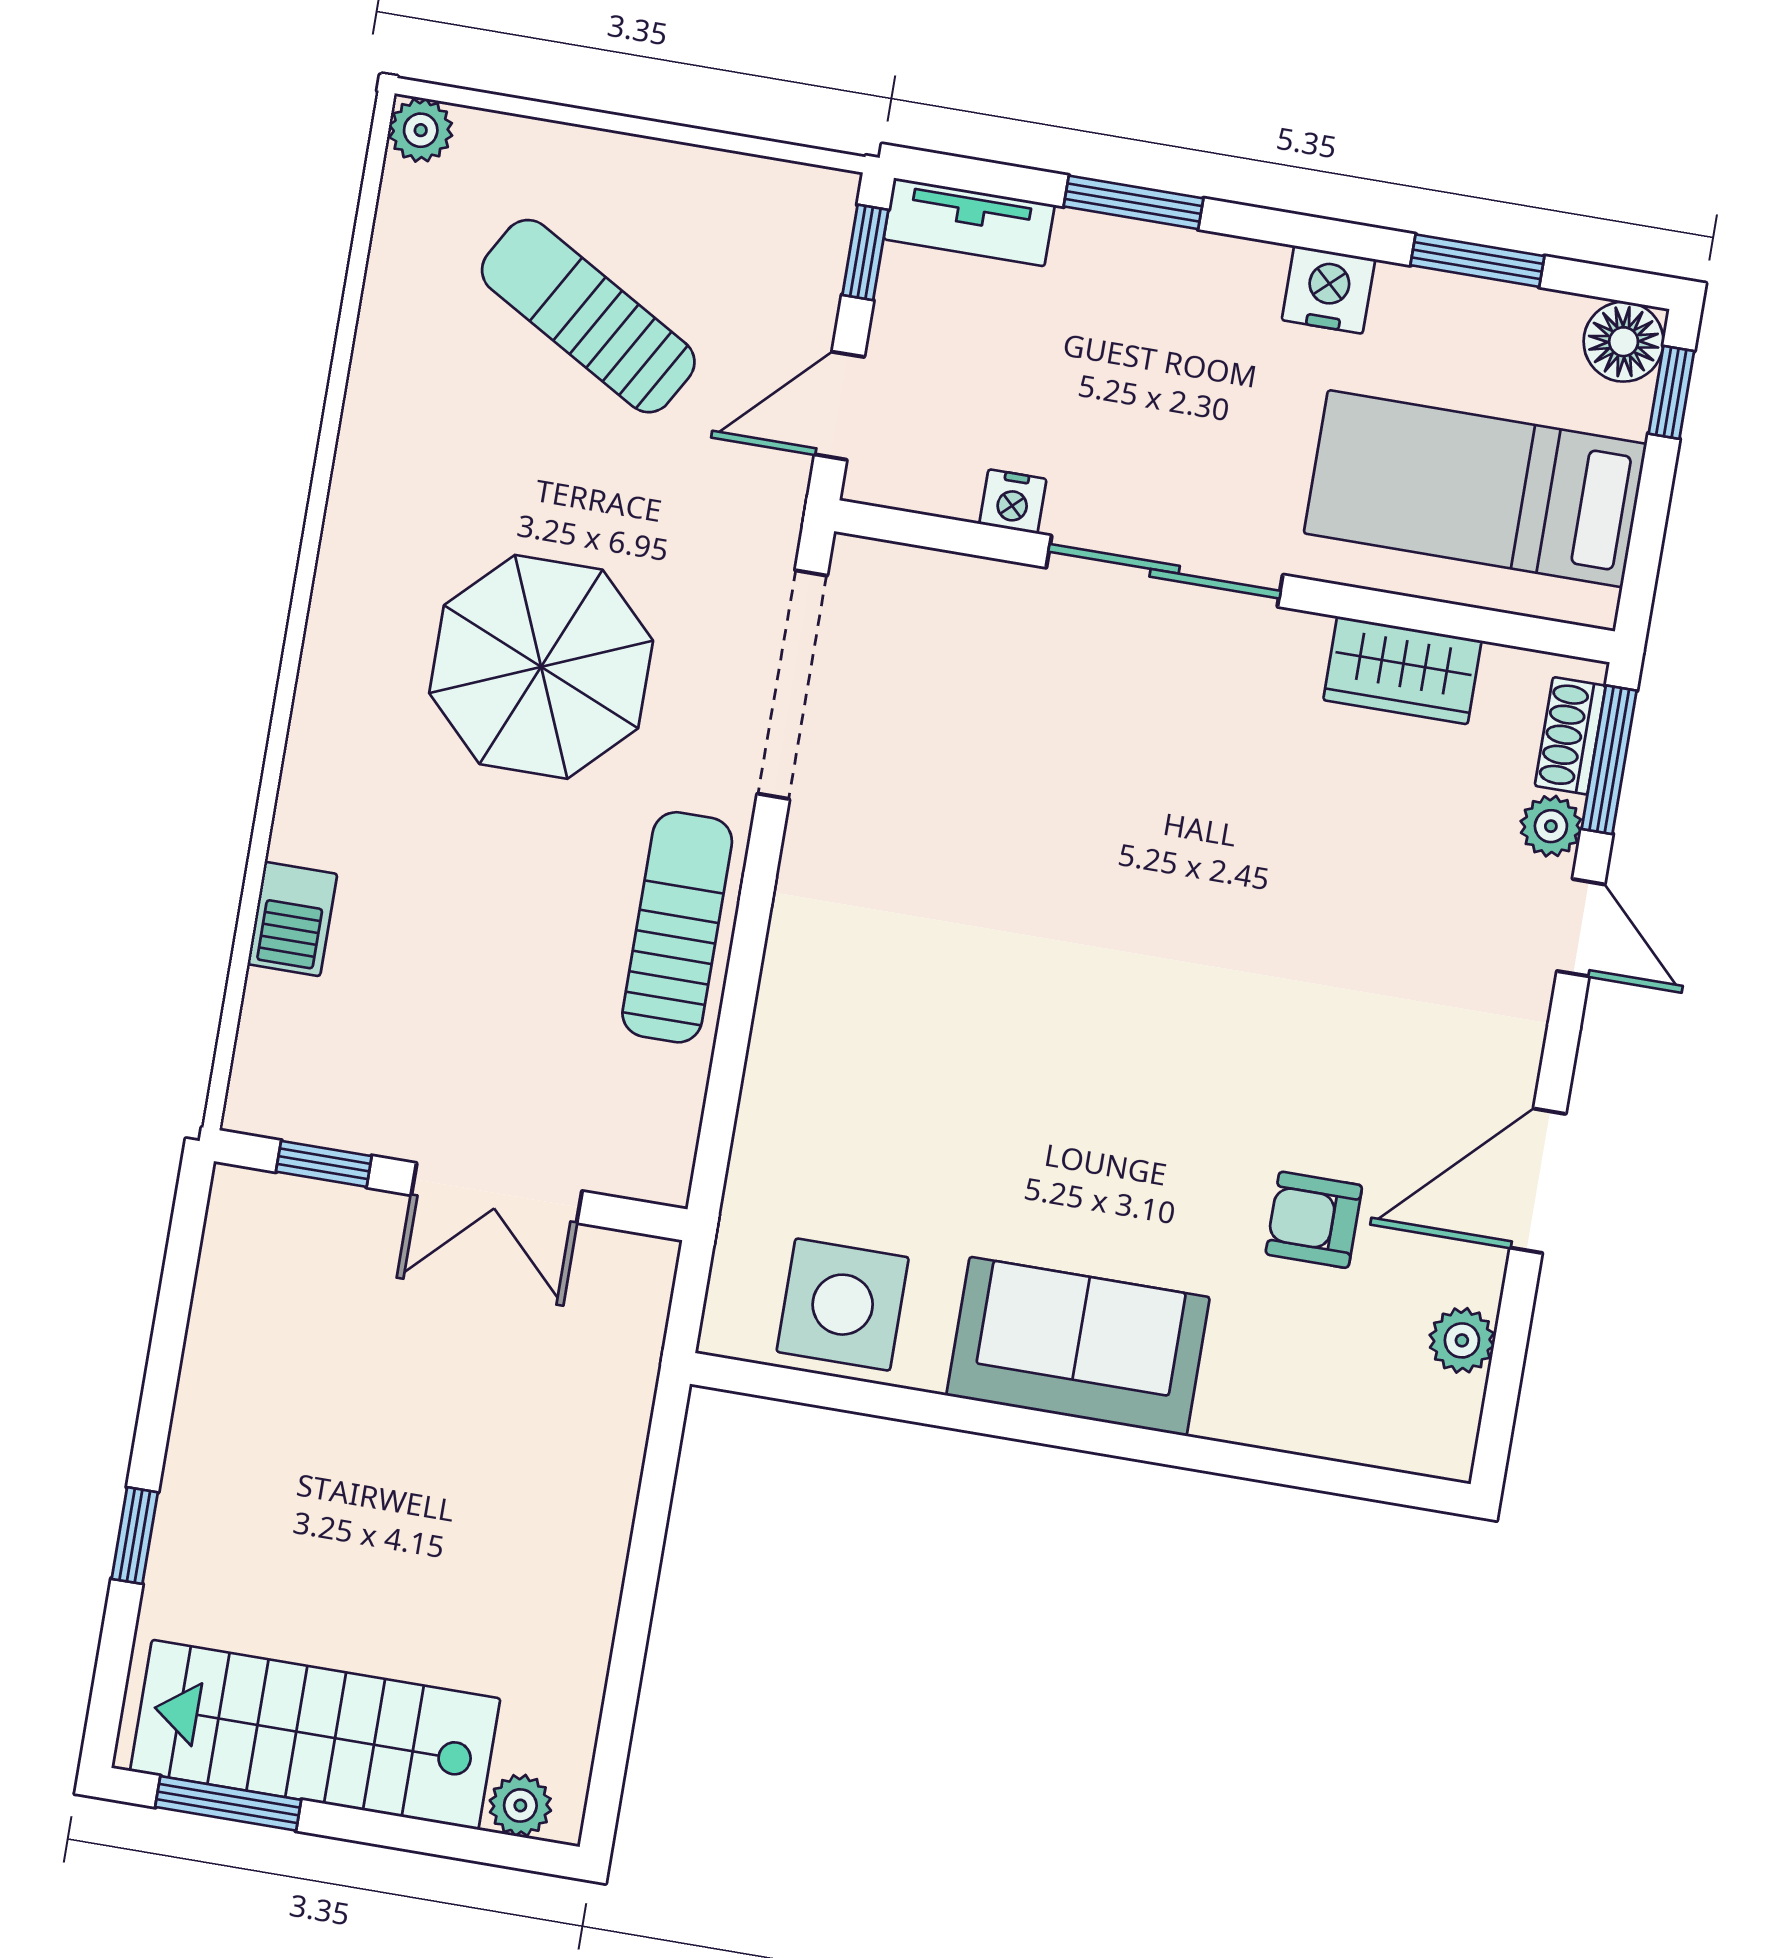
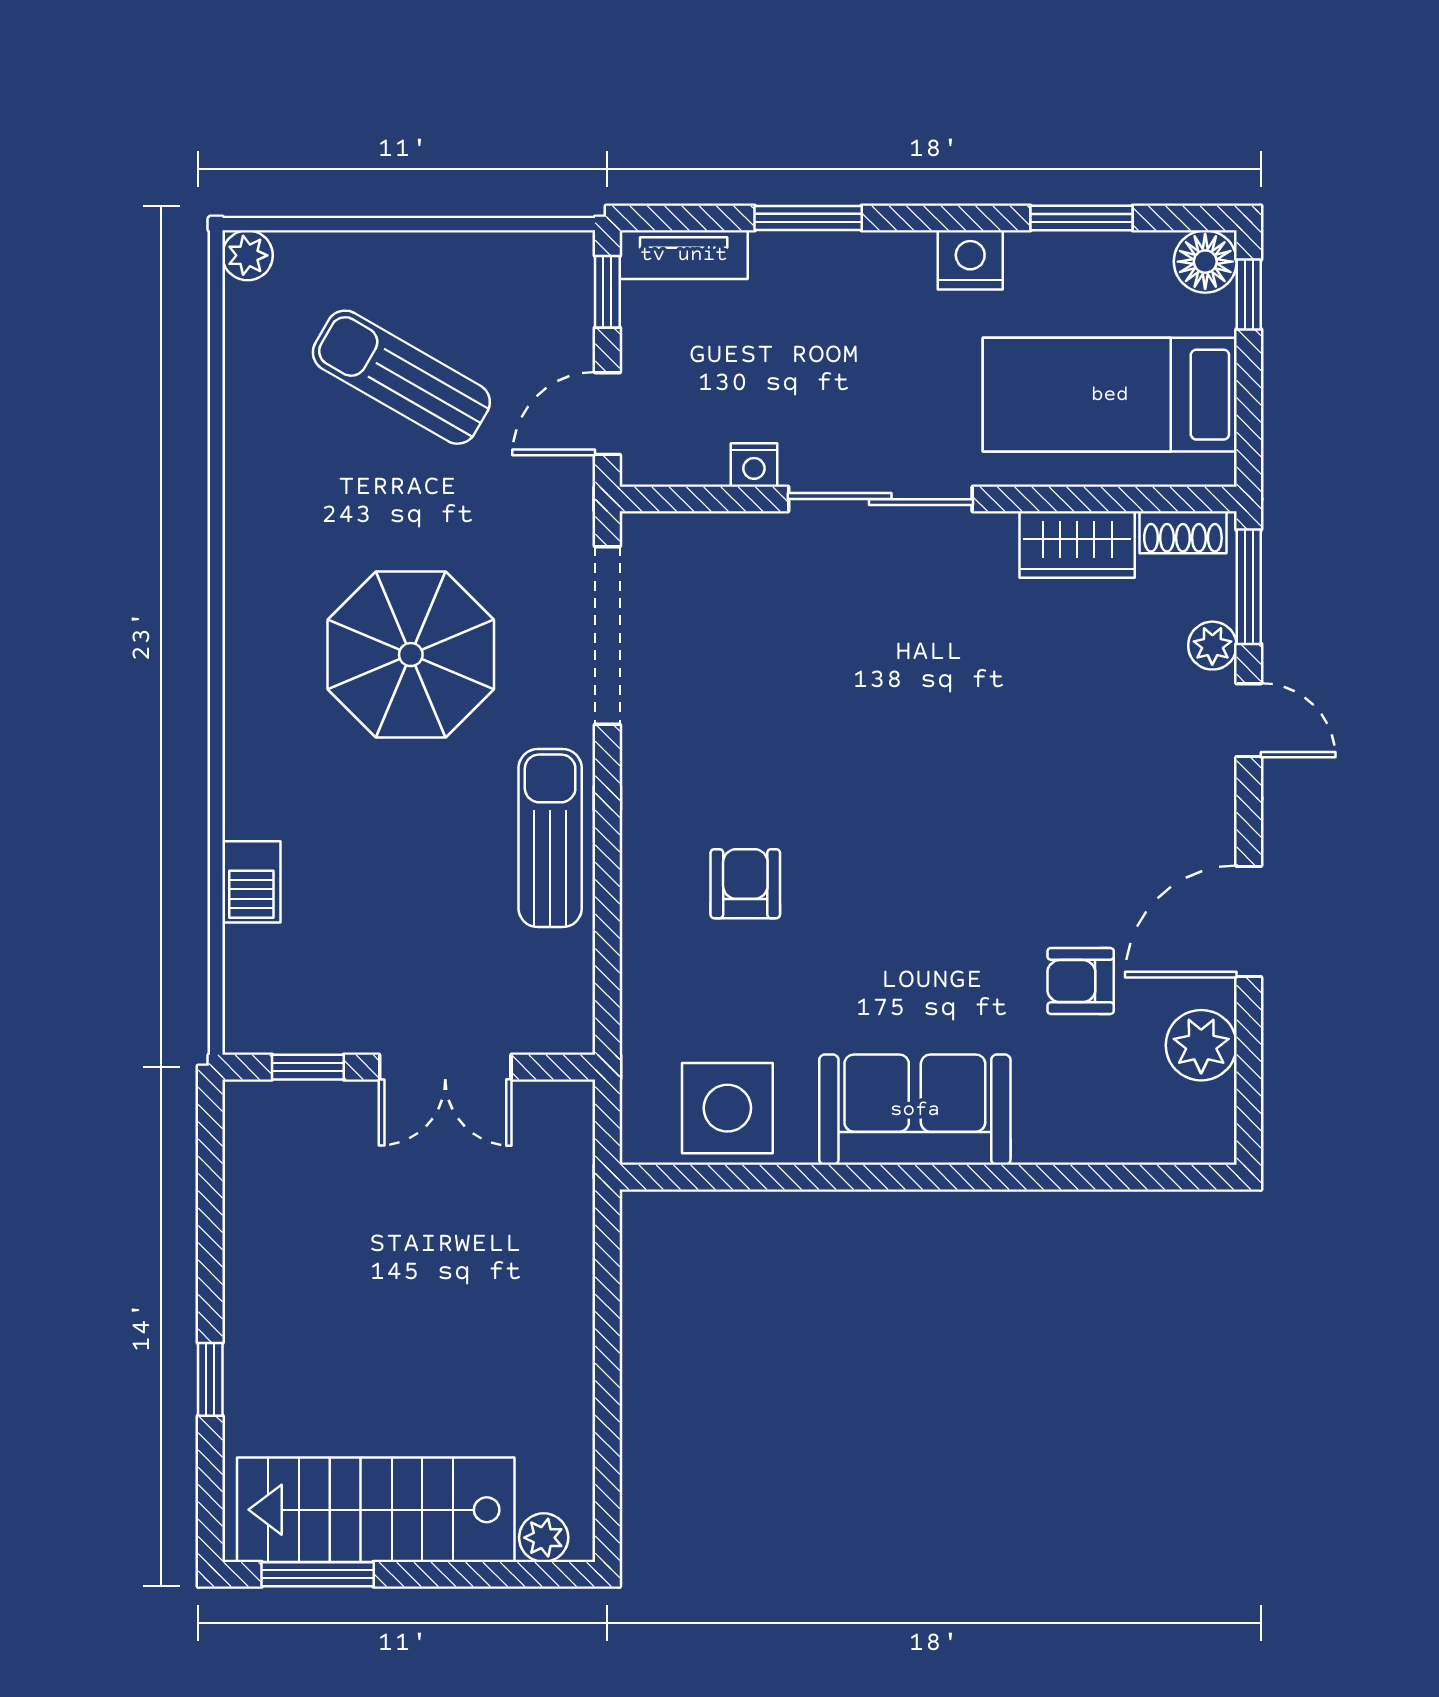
shoe rack: (1570, 736) -> (1183, 532), moved, turned -90
armchair: (913, 1026) -> (745, 884), added
plant: (1462, 1340) -> (1201, 1045), width x1.38, depth x1.38

